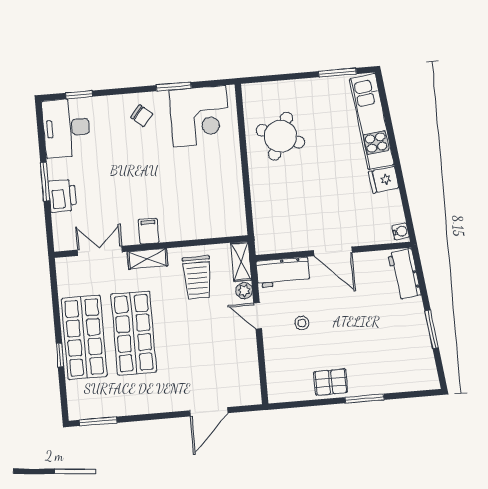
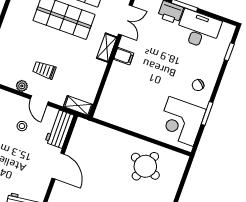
desk: (66, 128) -> (198, 29), moved
door: (333, 251) -> (58, 166), swing flipped
trolley: (197, 278) -> (44, 70), moved, width x0.73, depth x0.72
plant: (244, 291) -> (22, 86), moved
door: (258, 316) -> (39, 100), swing flipped

